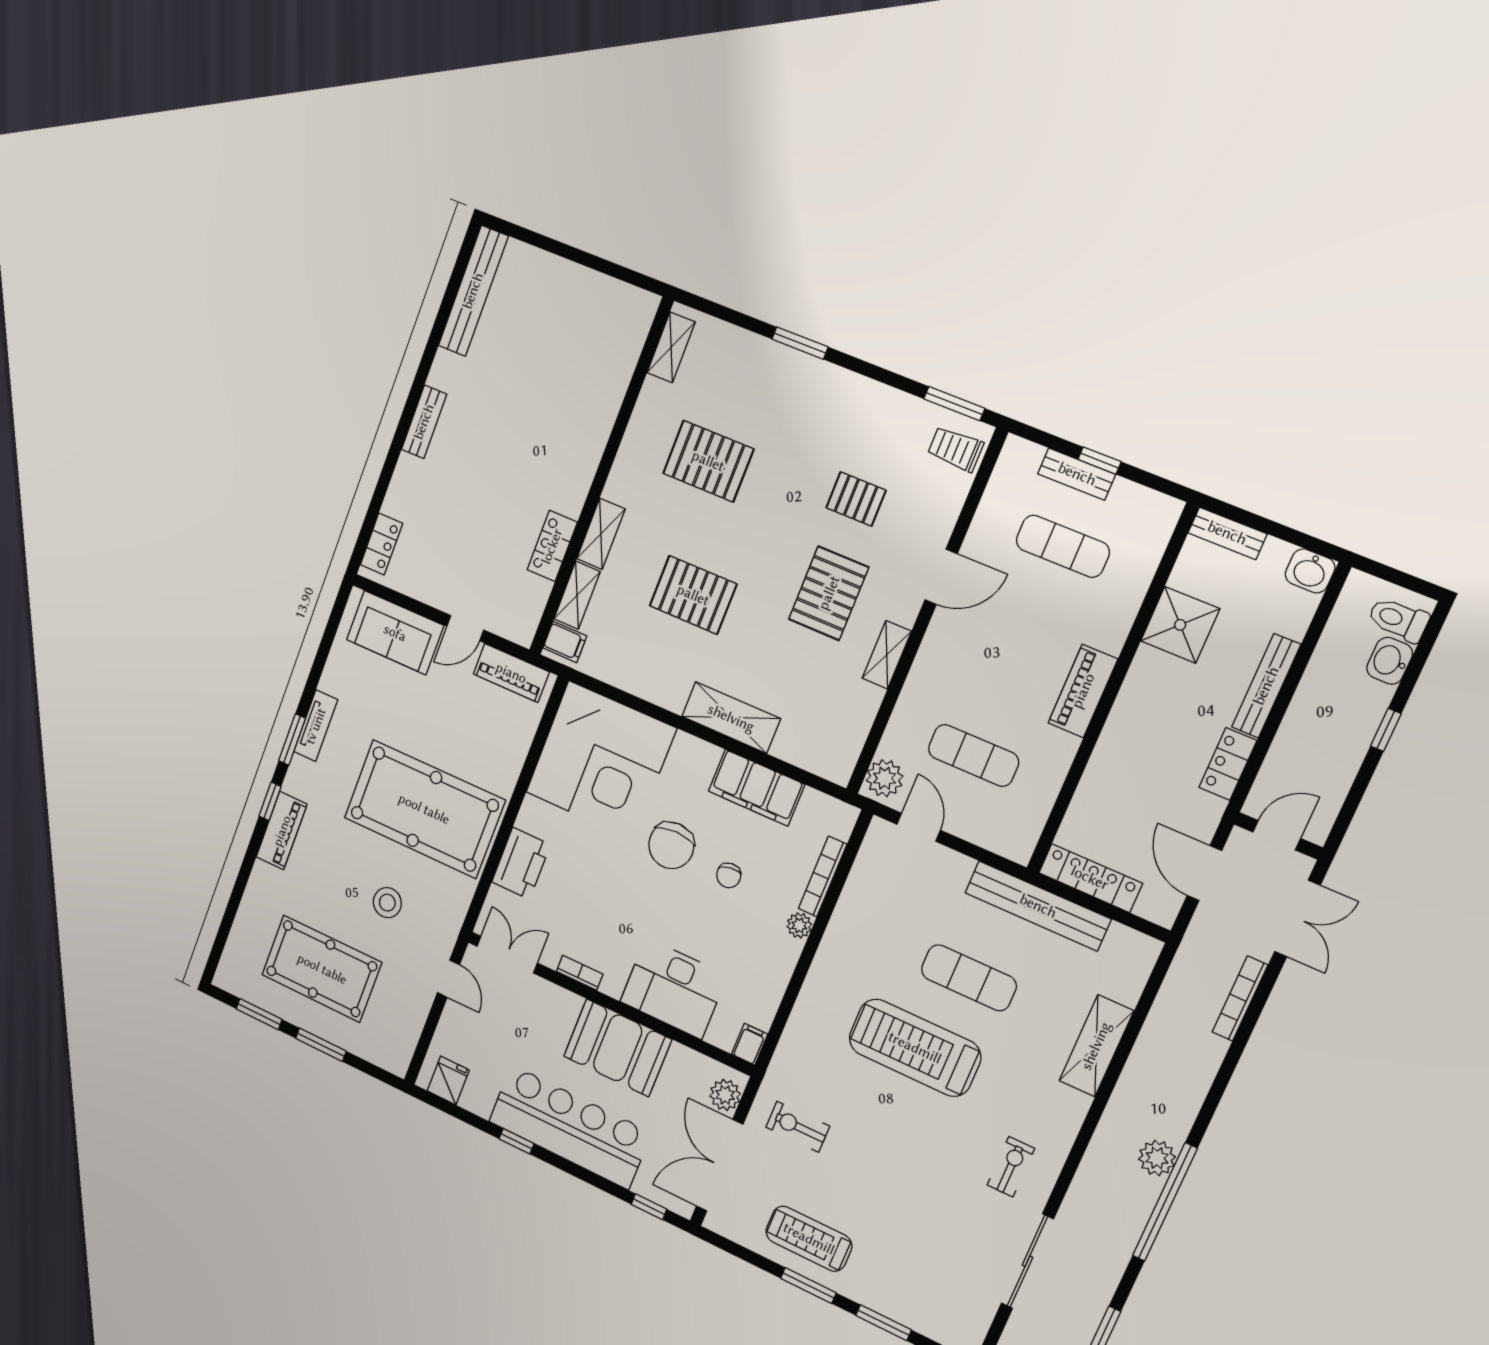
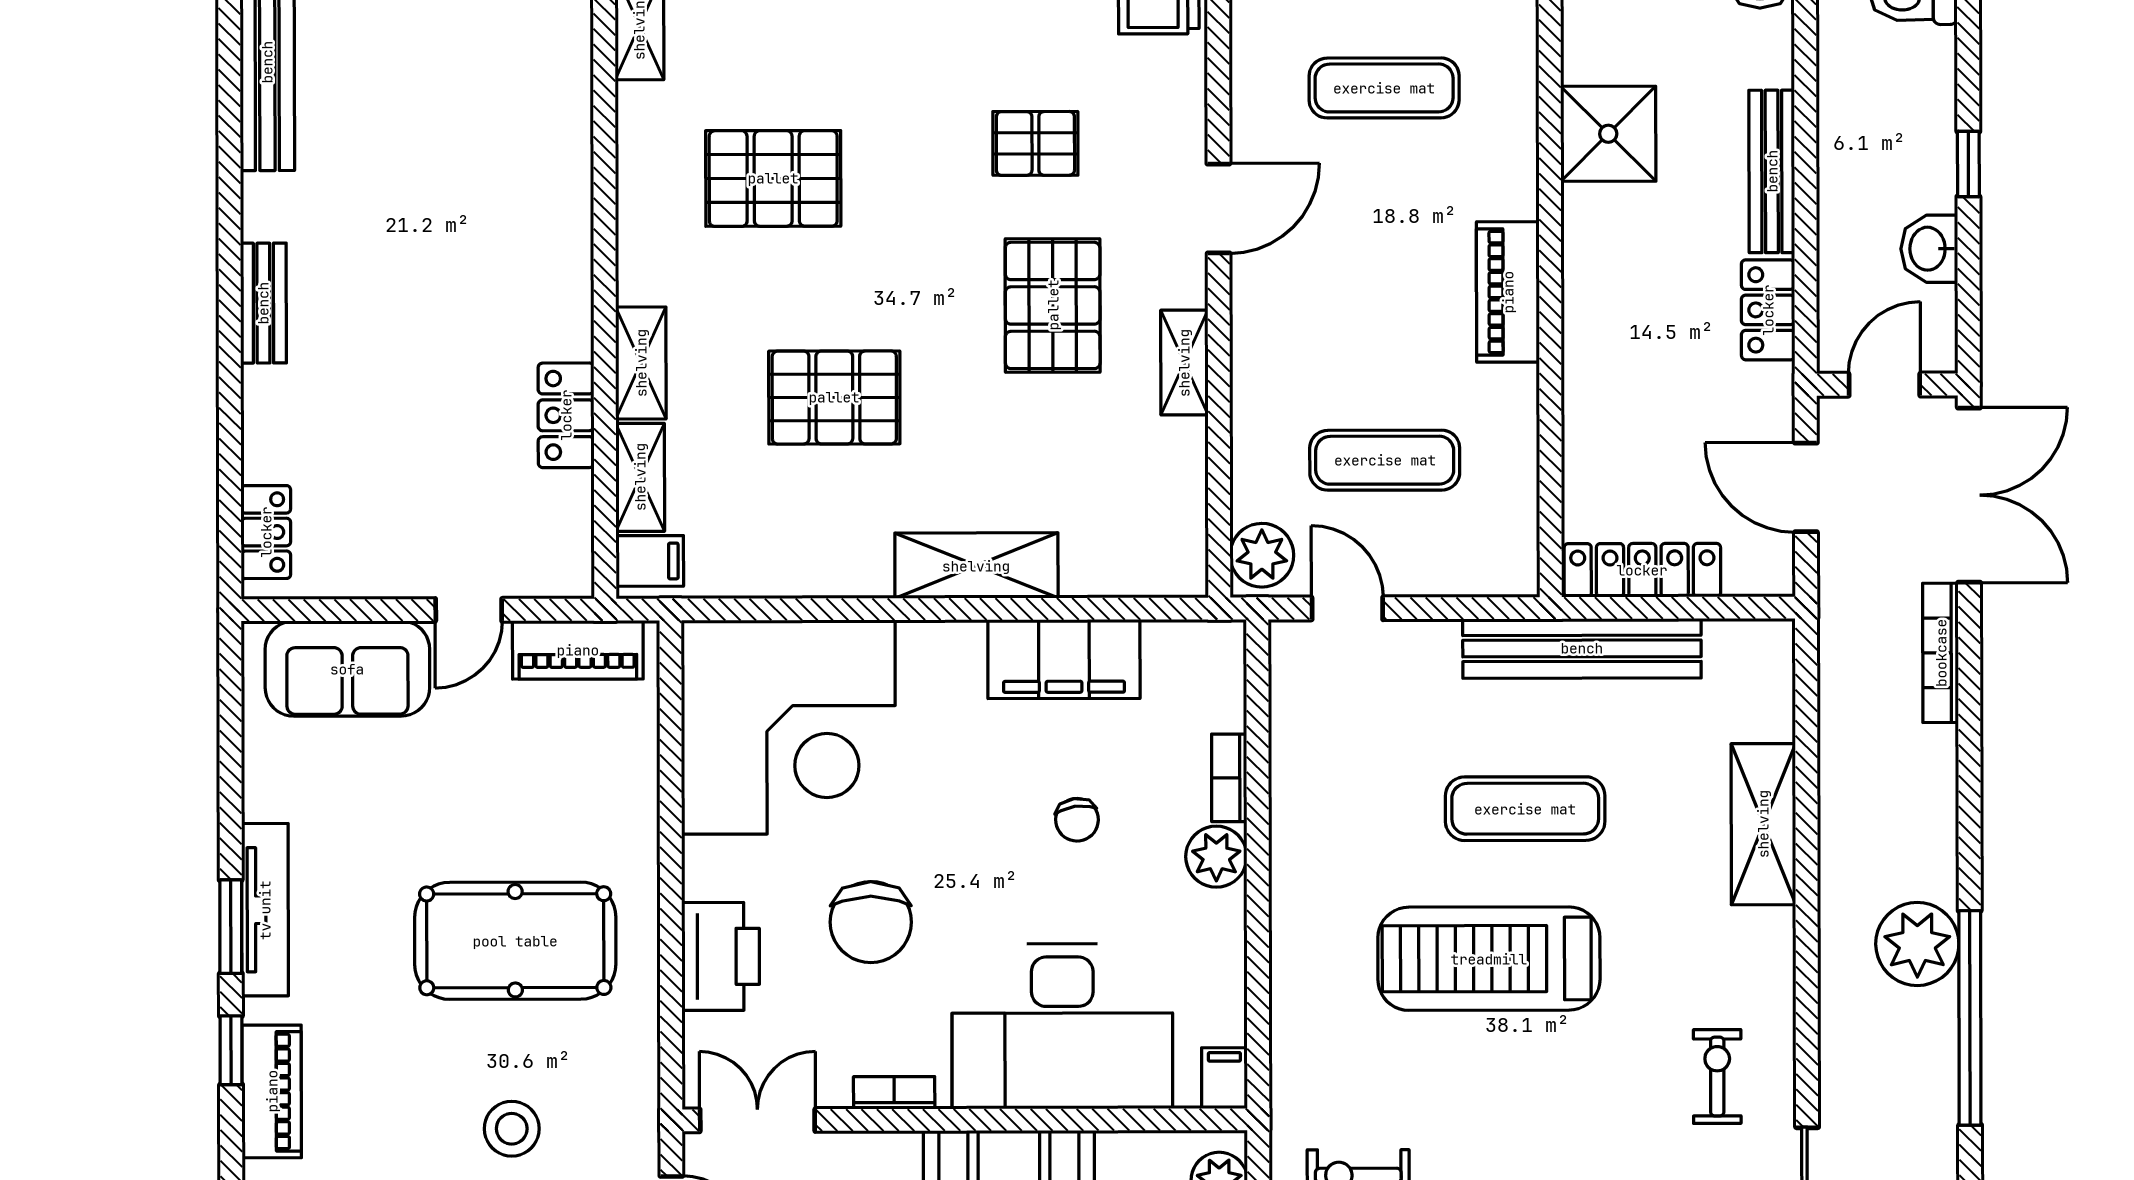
washbasin: (1390, 661) -> (1929, 249), moved
tv unit: (316, 726) -> (265, 910), width x1.41
pool table: (424, 809) -> (515, 941), width x0.73, depth x0.76
chair: (671, 845) -> (871, 922), moved
bookcase: (823, 876) -> (1229, 778), width x0.64
double door: (1298, 919) -> (1969, 495), width x1.37
plant: (799, 925) -> (1216, 857), width x1.38, depth x1.38
desk: (674, 988) -> (1062, 1026), width x1.36, depth x1.30
plant: (1157, 1158) -> (1917, 944), width x1.36, depth x1.36

